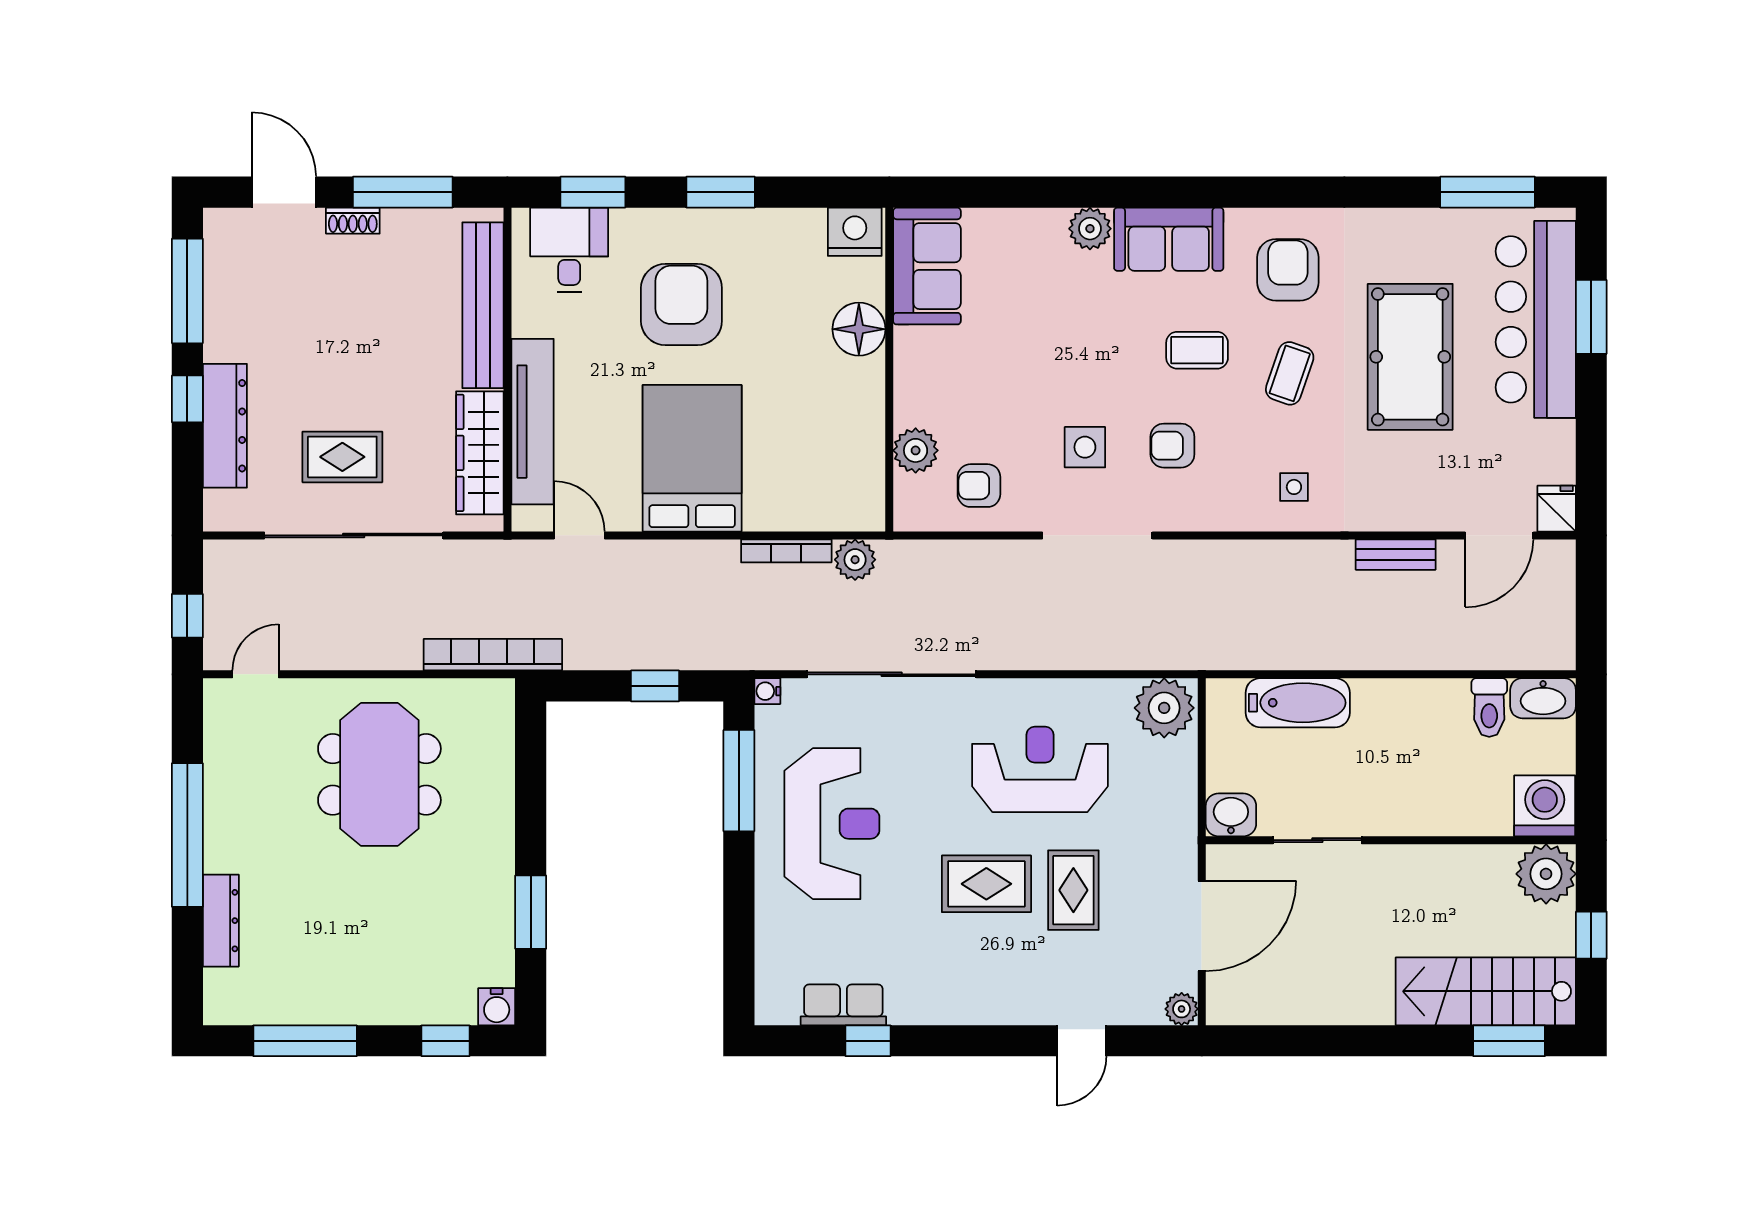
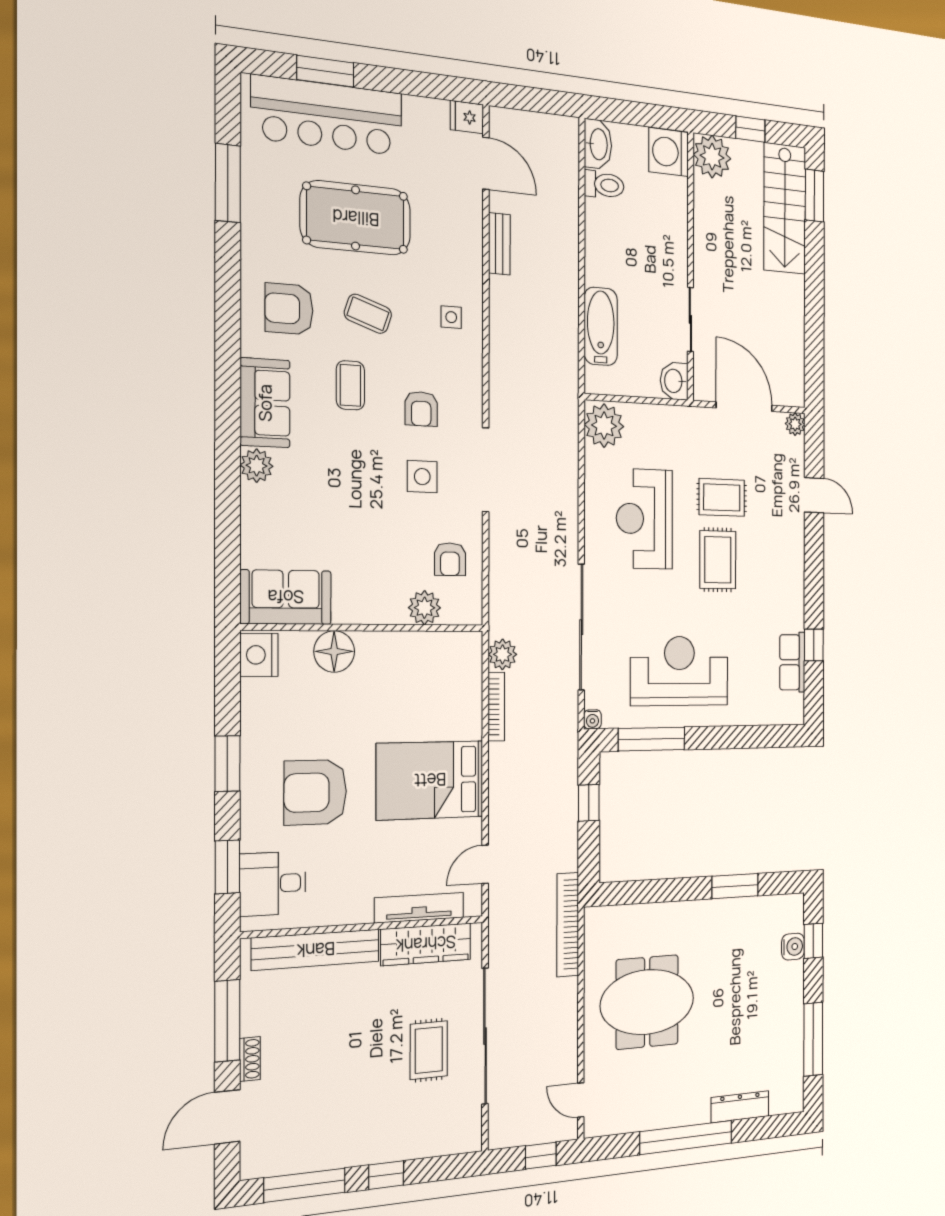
window: (1488, 192) -> (228, 183), moved
tv unit: (533, 422) -> (419, 908), width x0.73, depth x0.78
dresser: (225, 426) -> (406, 1143), removed
water cooler: (497, 1007) -> (793, 947), moved

